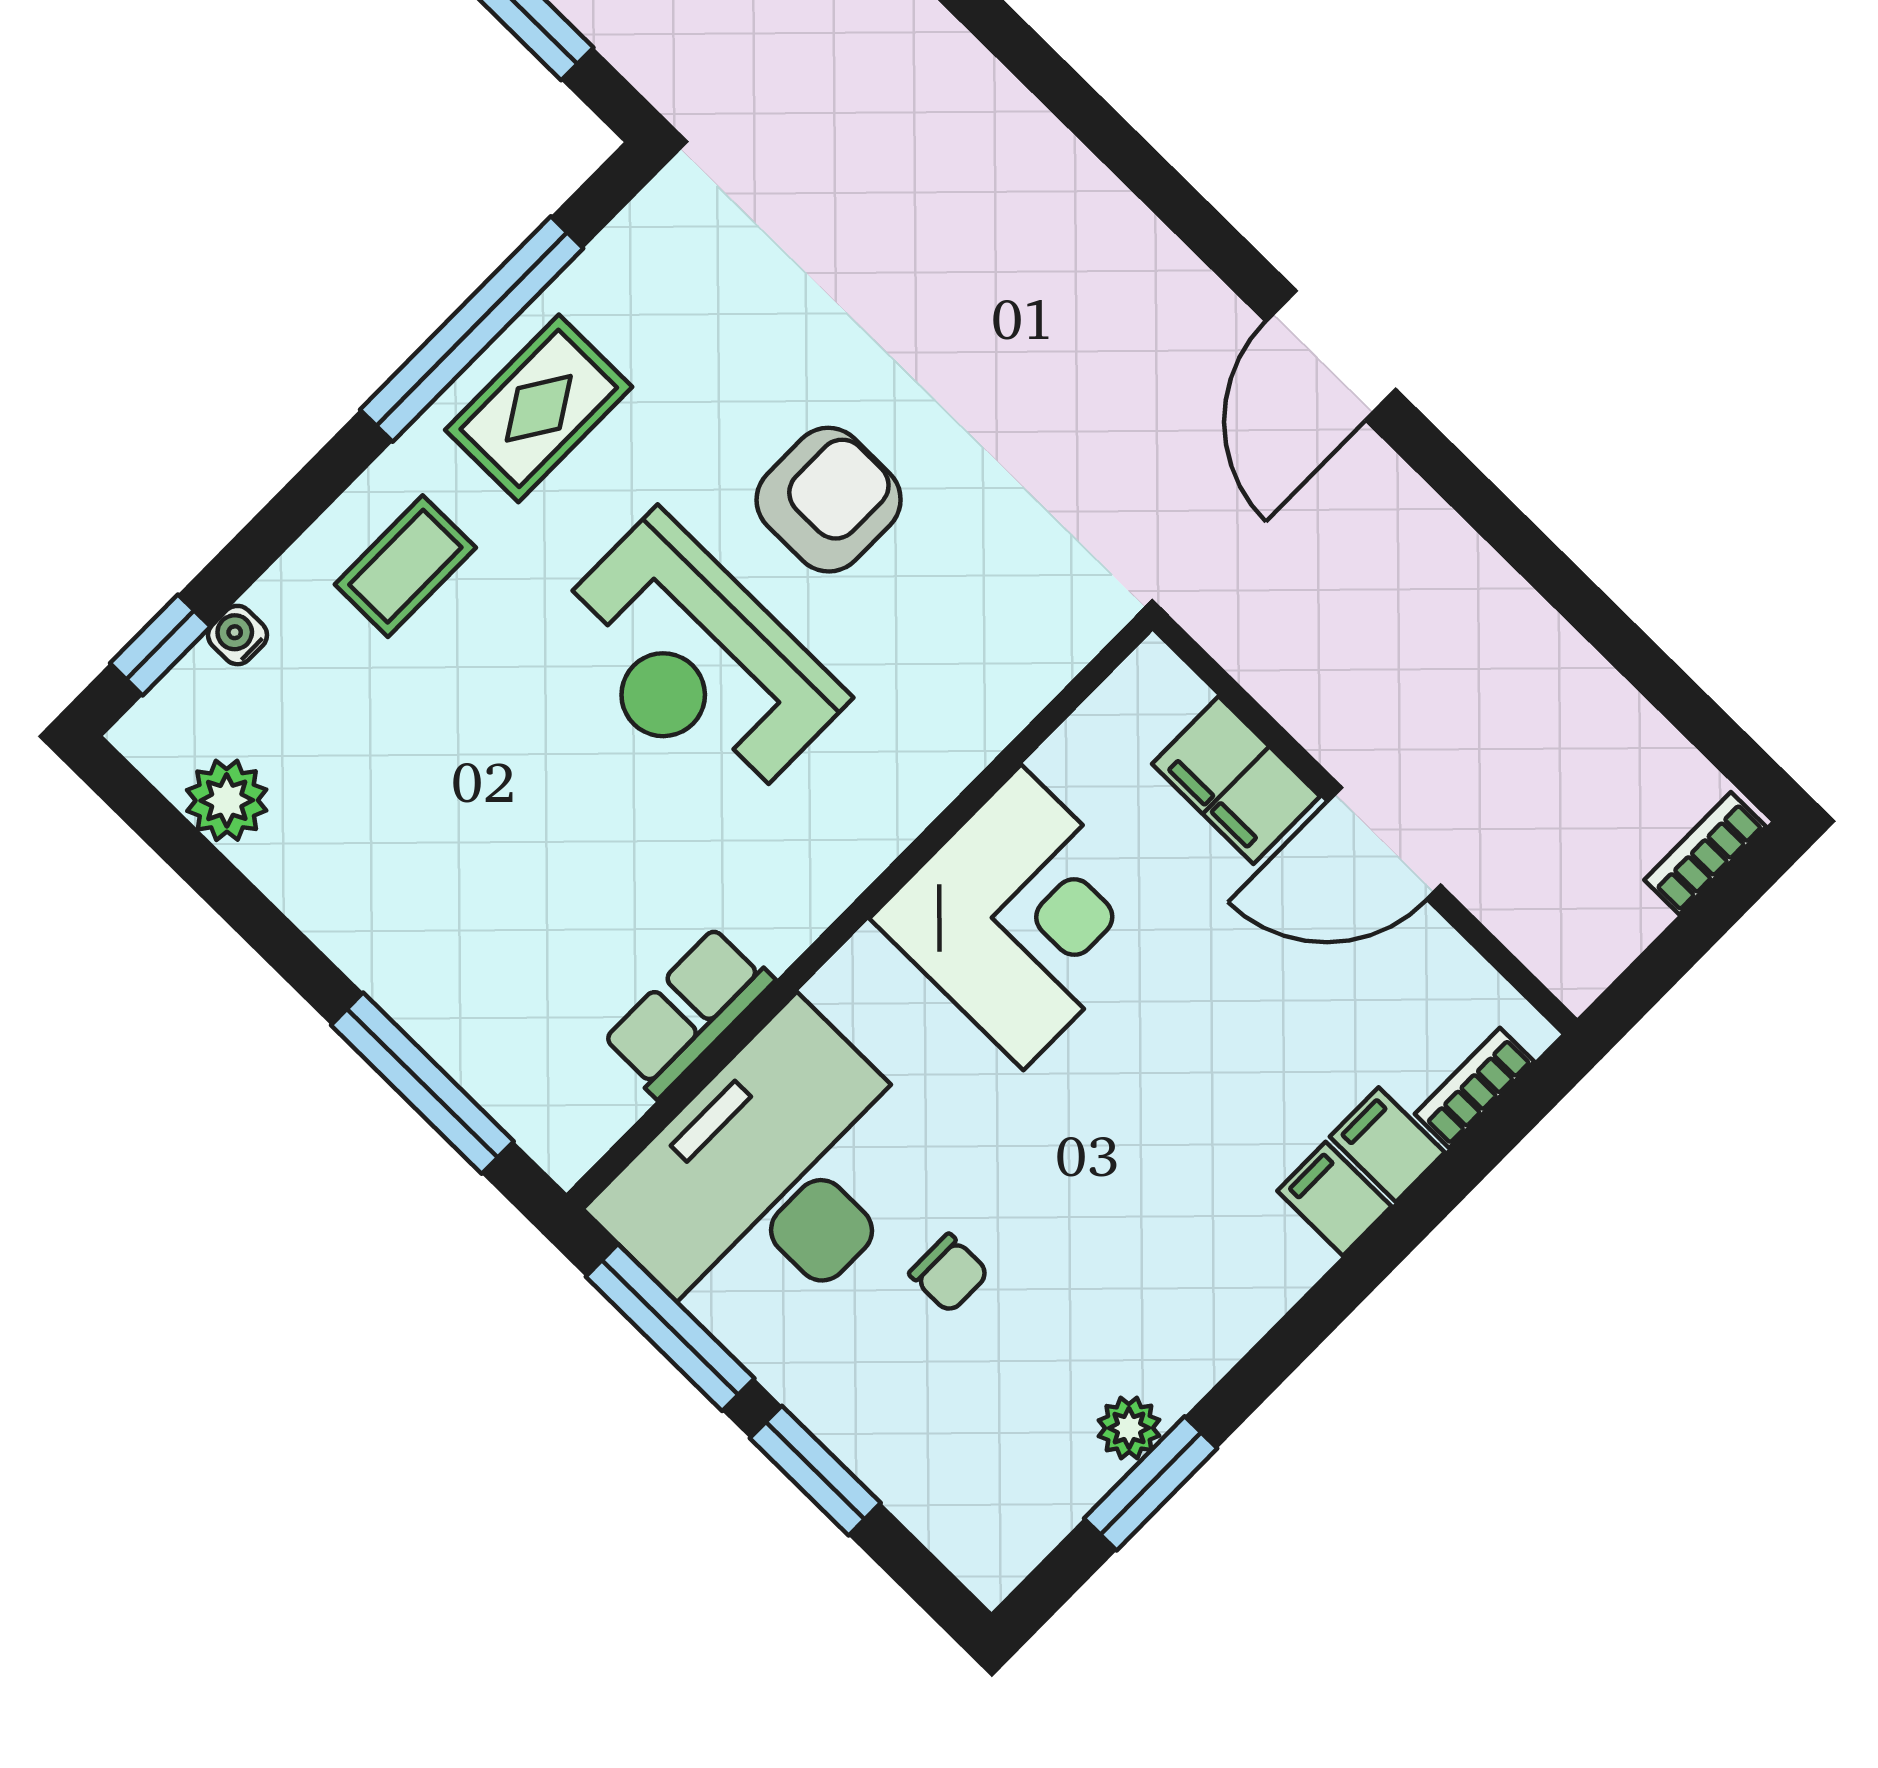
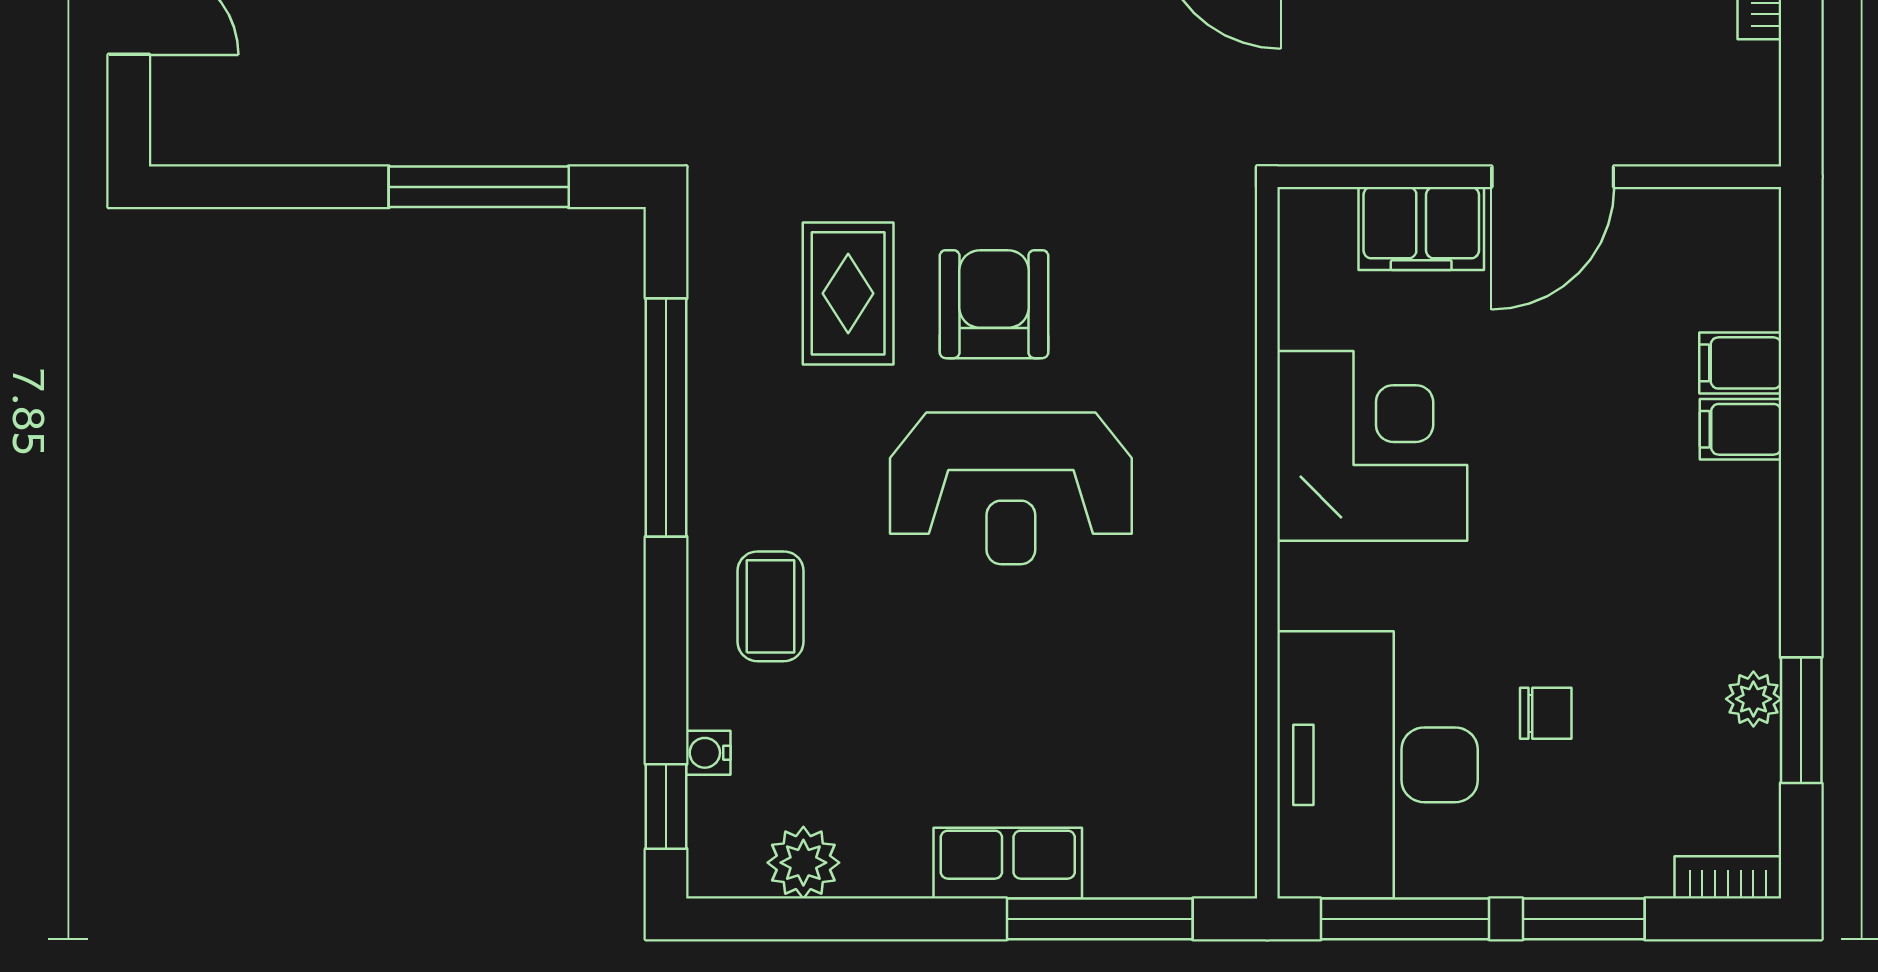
rug: (539, 408) -> (848, 293), moved
row of seats: (688, 1012) -> (1008, 863), moved, turned 90
bookcase: (1474, 1088) -> (1728, 877), moved, turned 90

